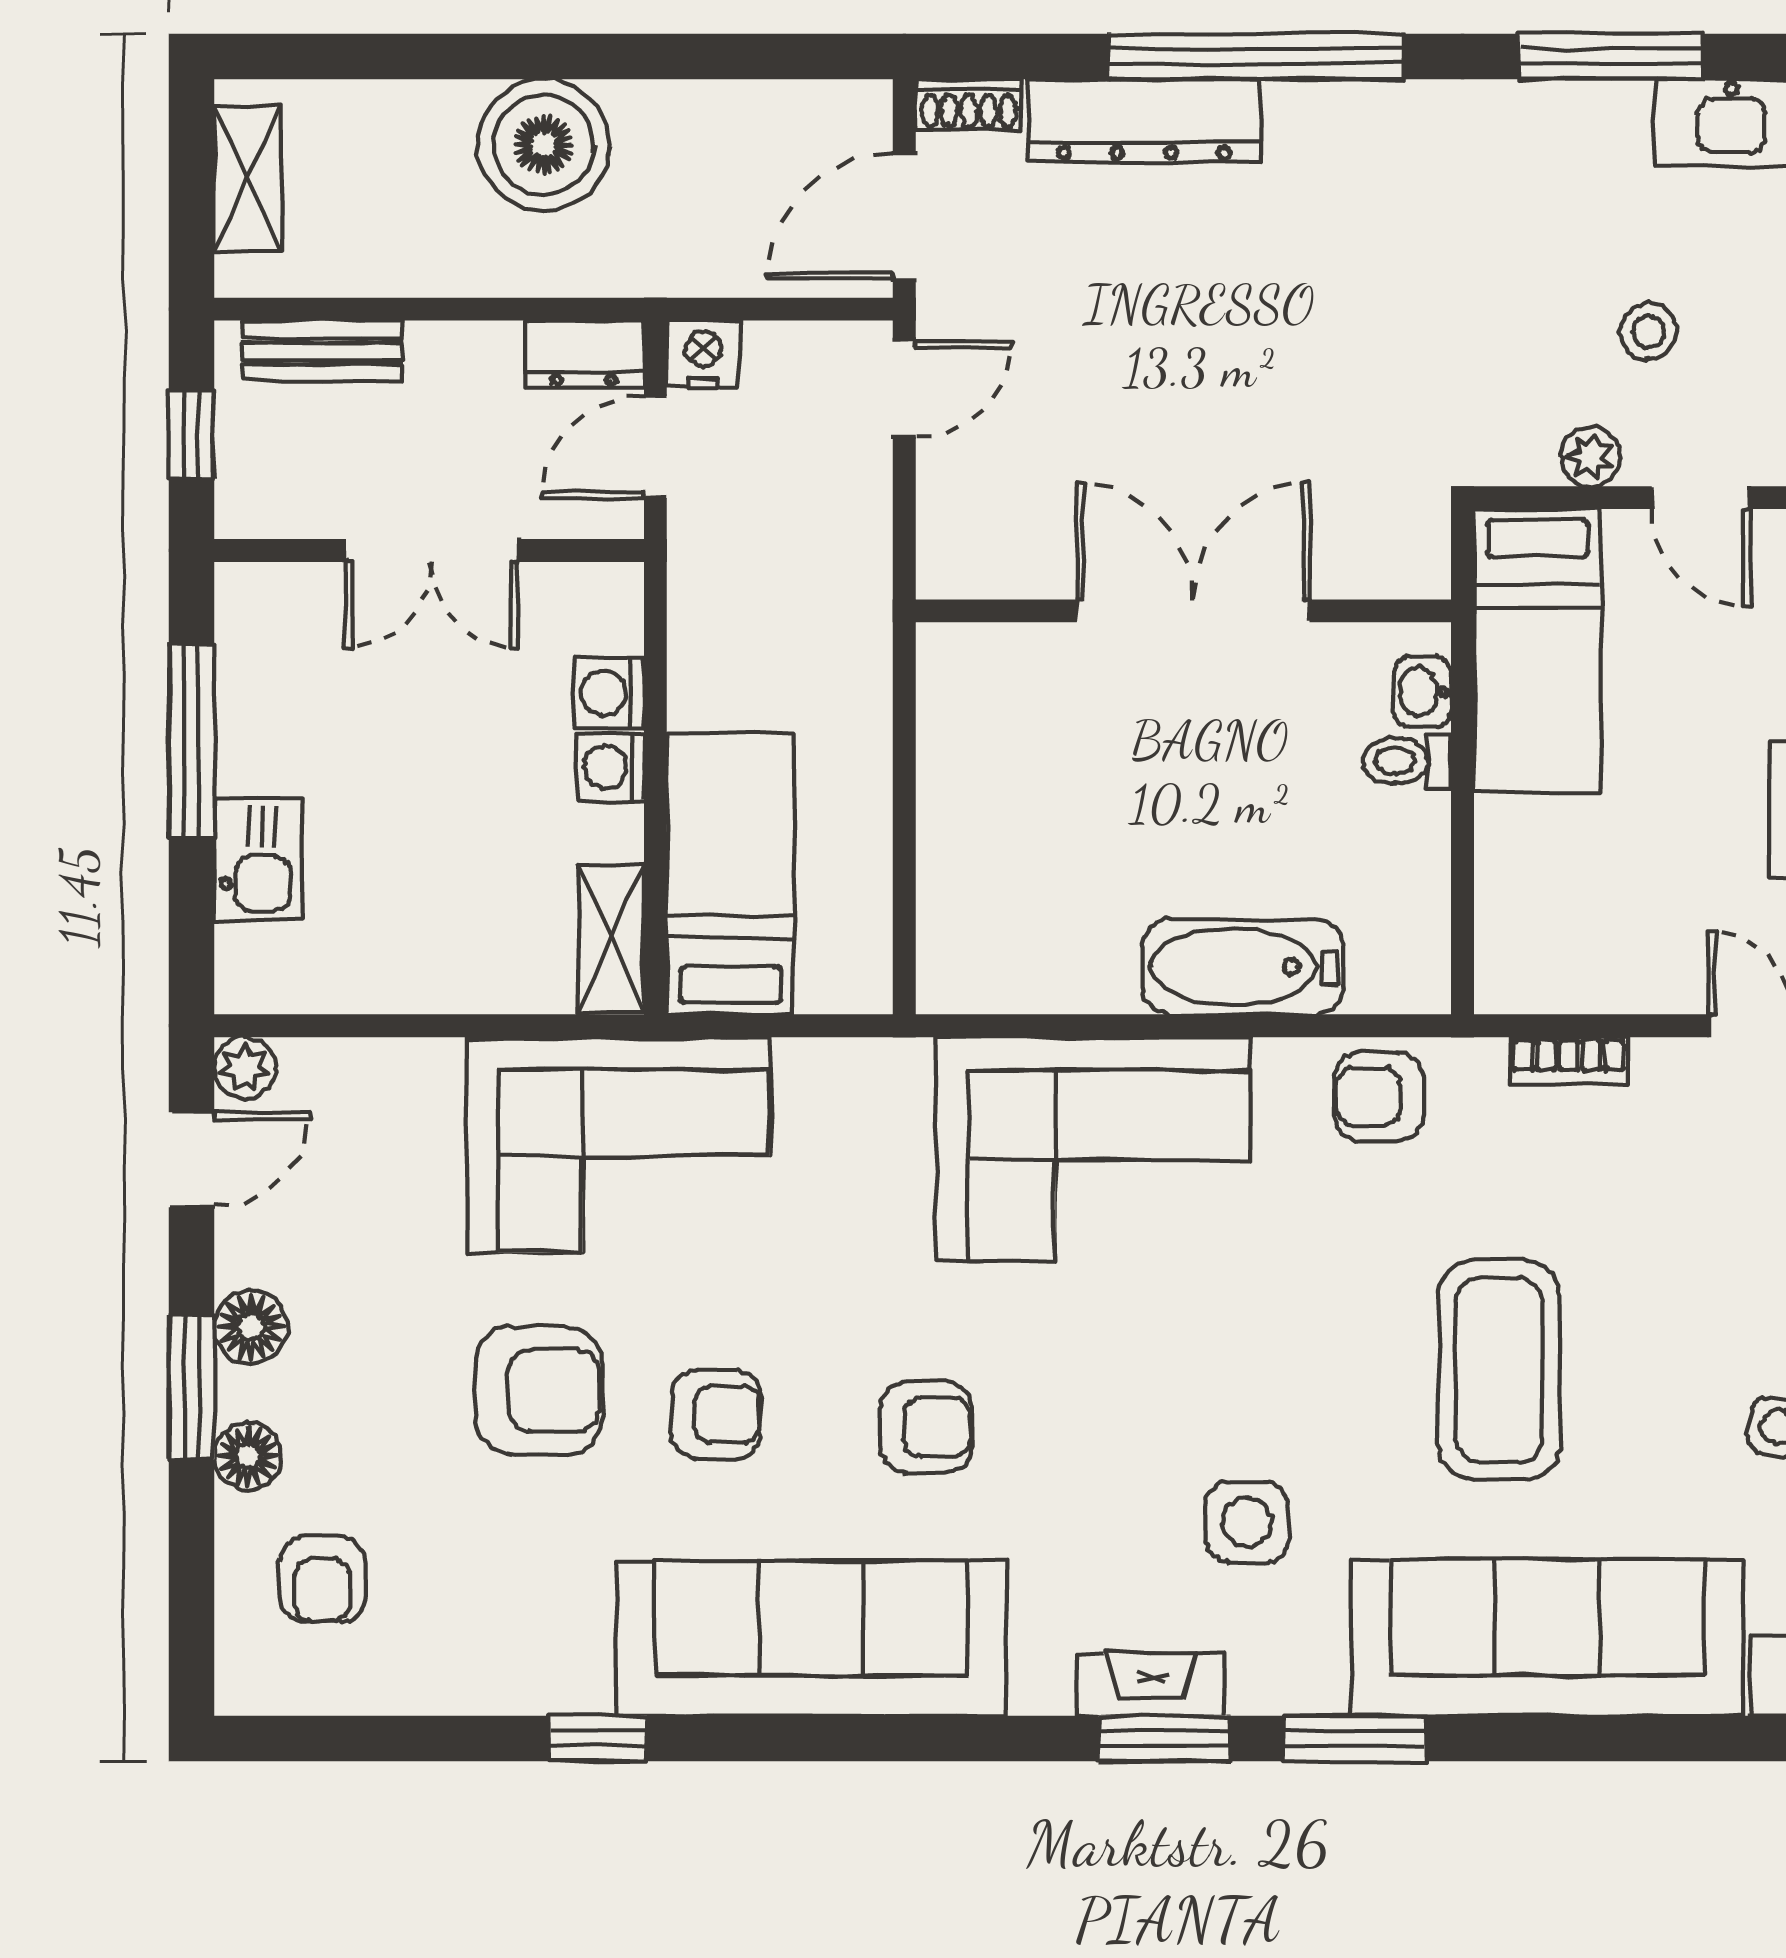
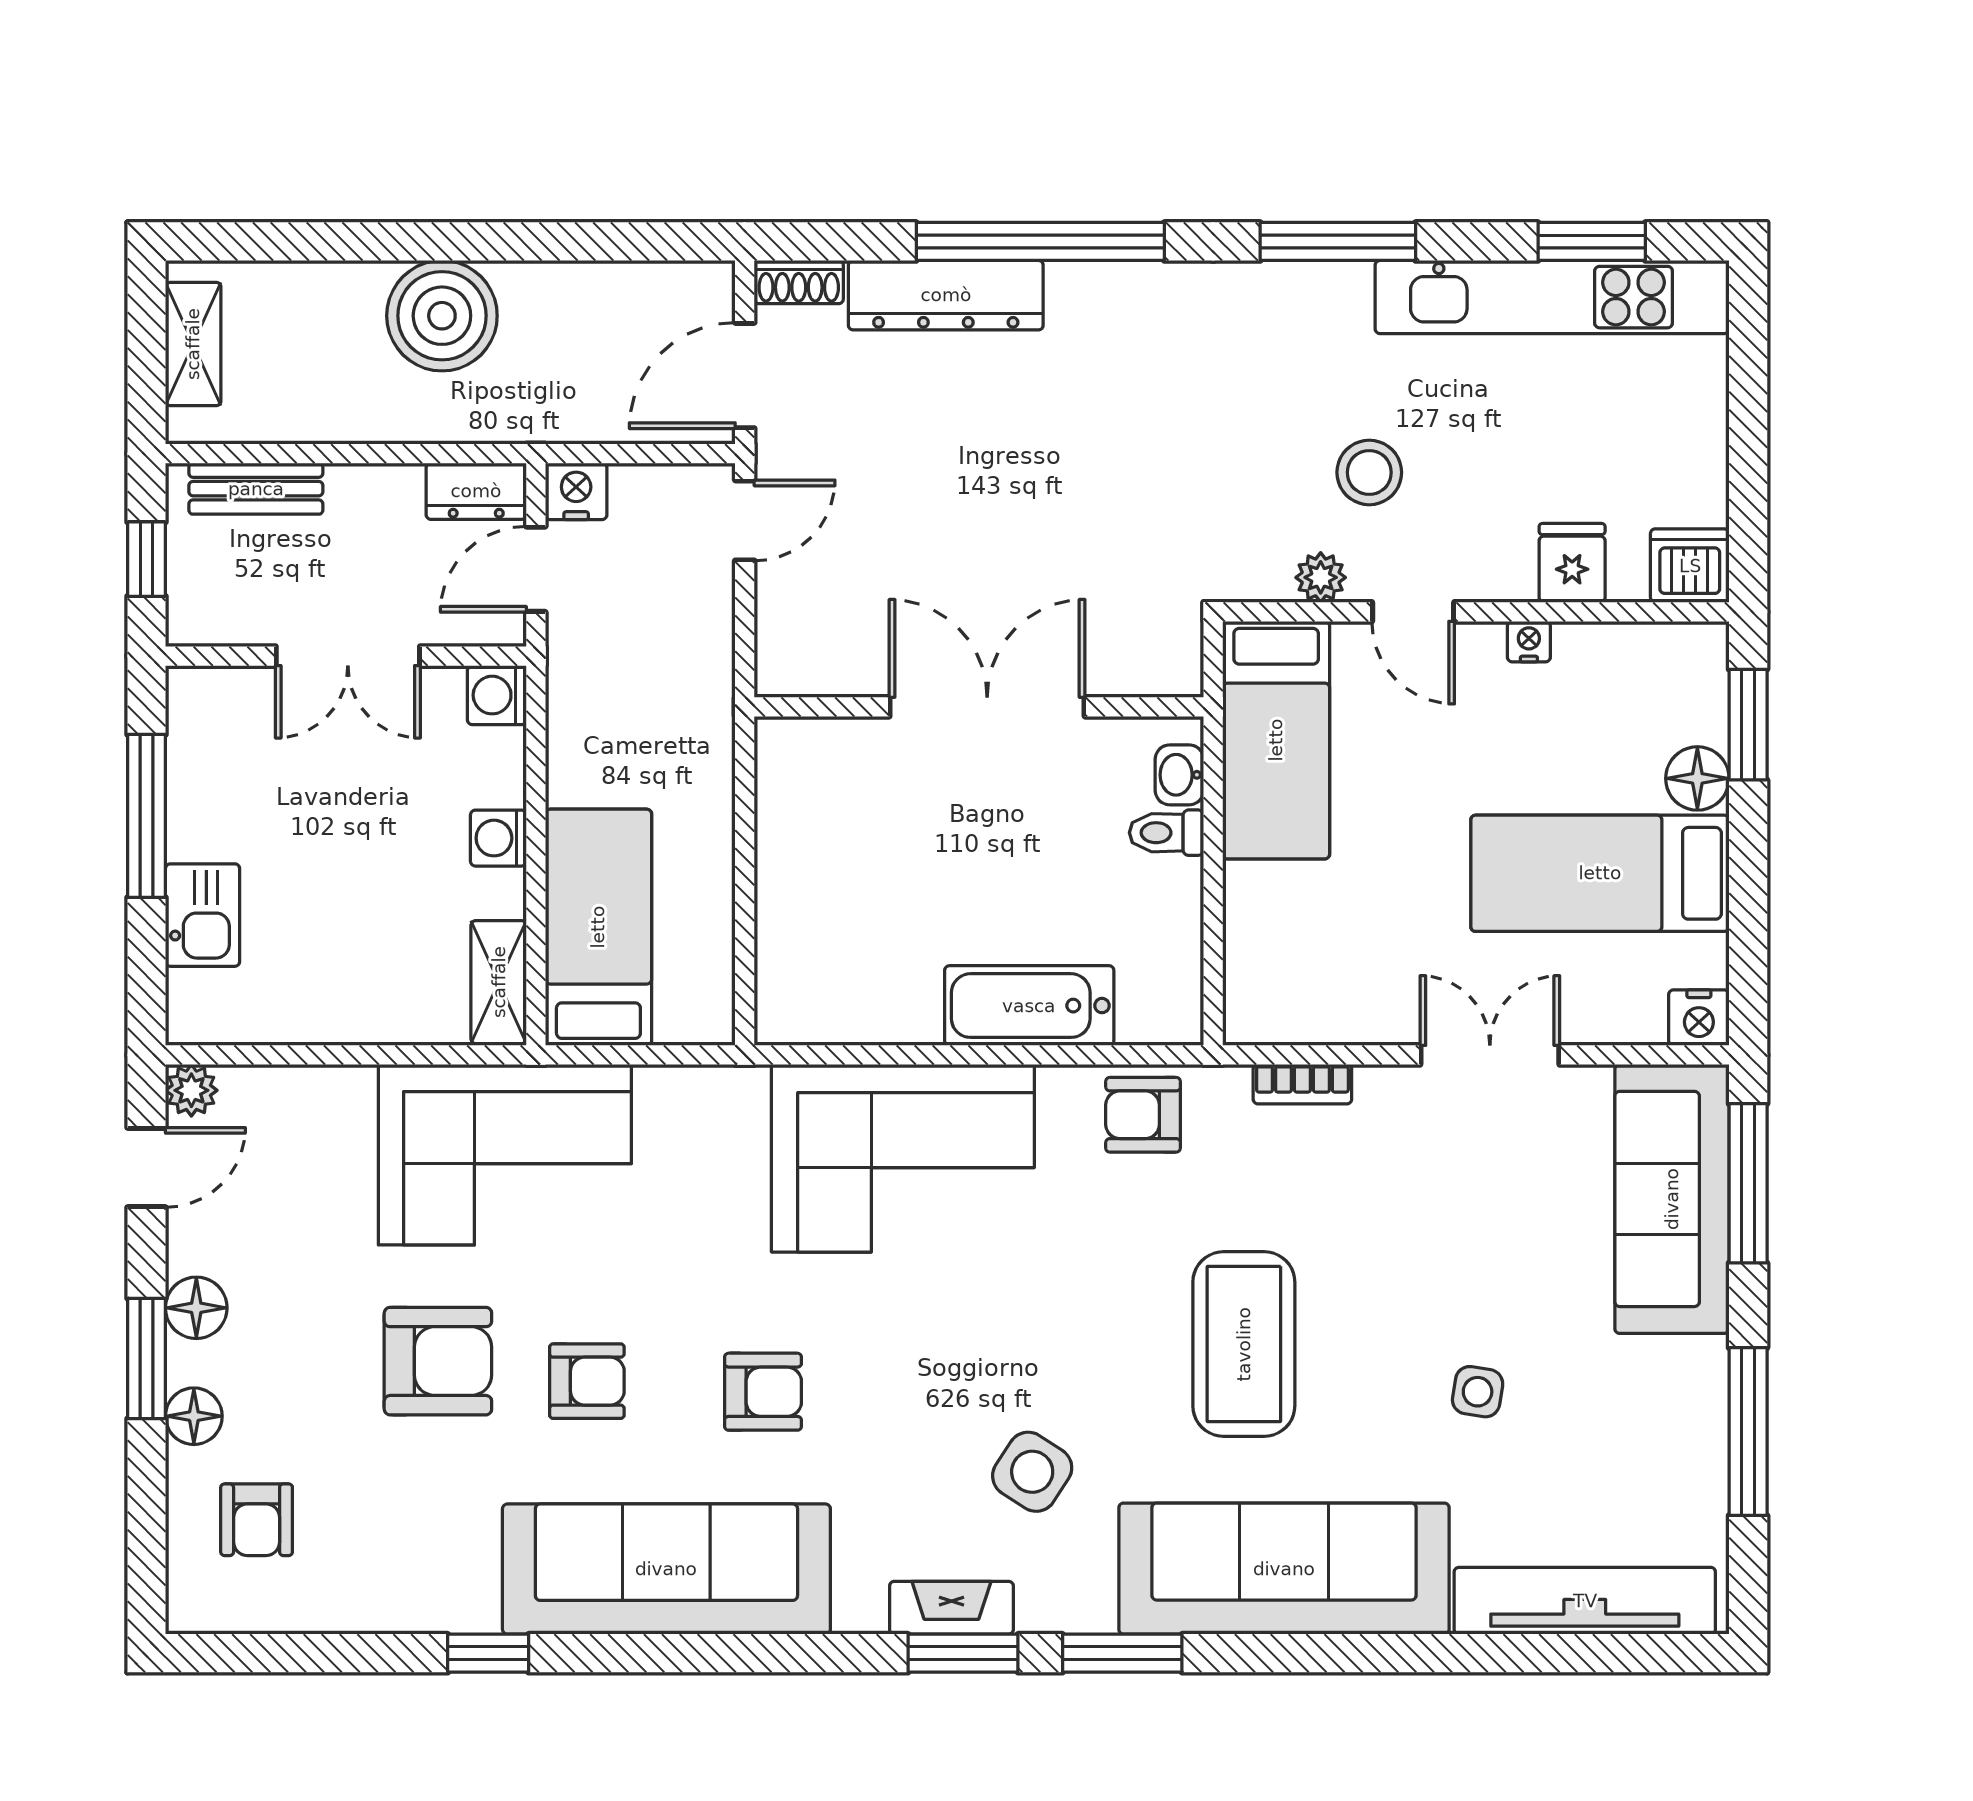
stool: (1648, 332) -> (1369, 472), width x1.37, depth x1.37
washing machine: (609, 693) -> (497, 695), moved
side table: (1247, 1522) -> (1032, 1472), turned 33

